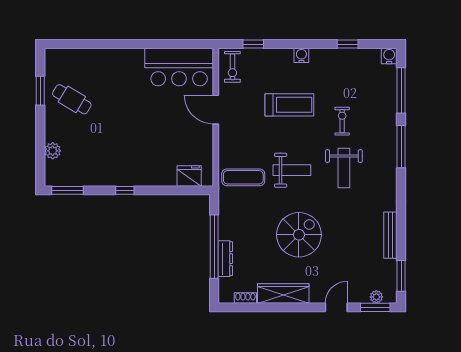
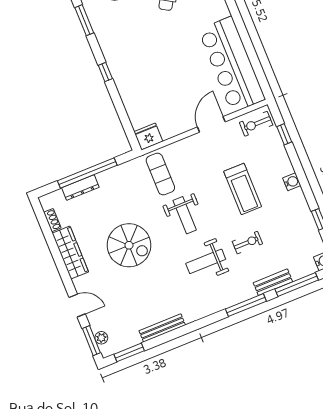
bar counter: (179, 67) -> (232, 64), width x1.36
bench: (390, 112) -> (273, 282), added
fridge: (189, 176) -> (148, 137), moved, turned -90

